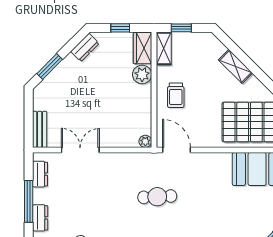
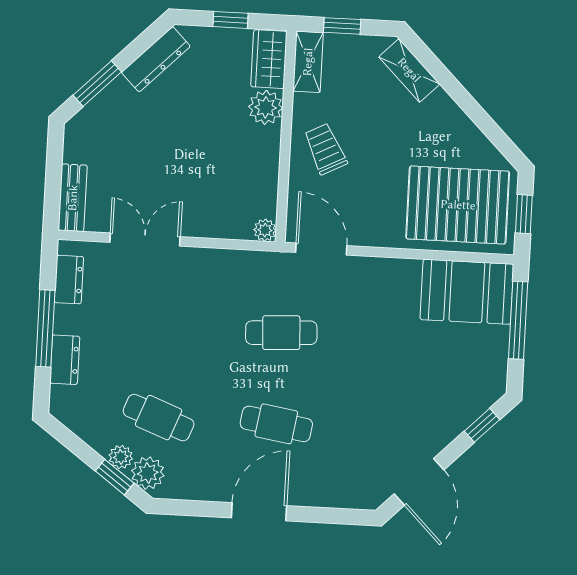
dresser: (85, 47) -> (156, 59), width x1.44
shelving: (235, 66) -> (409, 70), moved
trolley: (176, 95) -> (325, 149), turned 153

